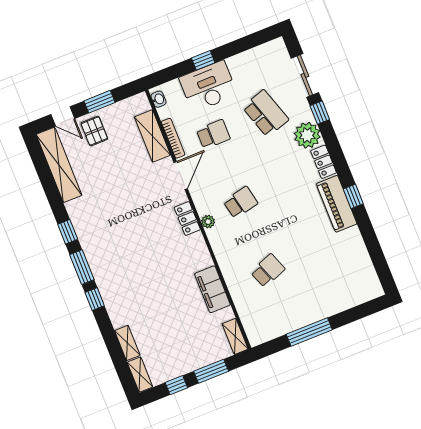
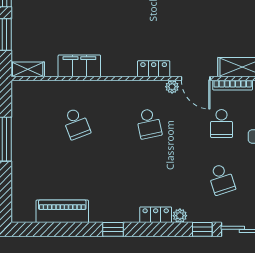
school desk: (266, 113) -> (221, 179), width x0.54
plant: (307, 135) -> (180, 216), width x0.53, depth x0.53
piano: (337, 204) -> (62, 211), moved
plant: (208, 222) -> (172, 87), moved

